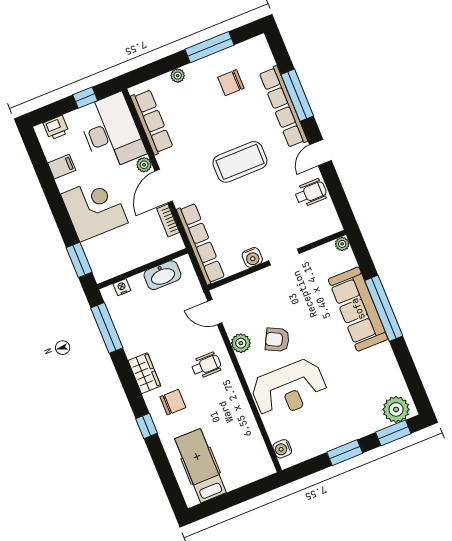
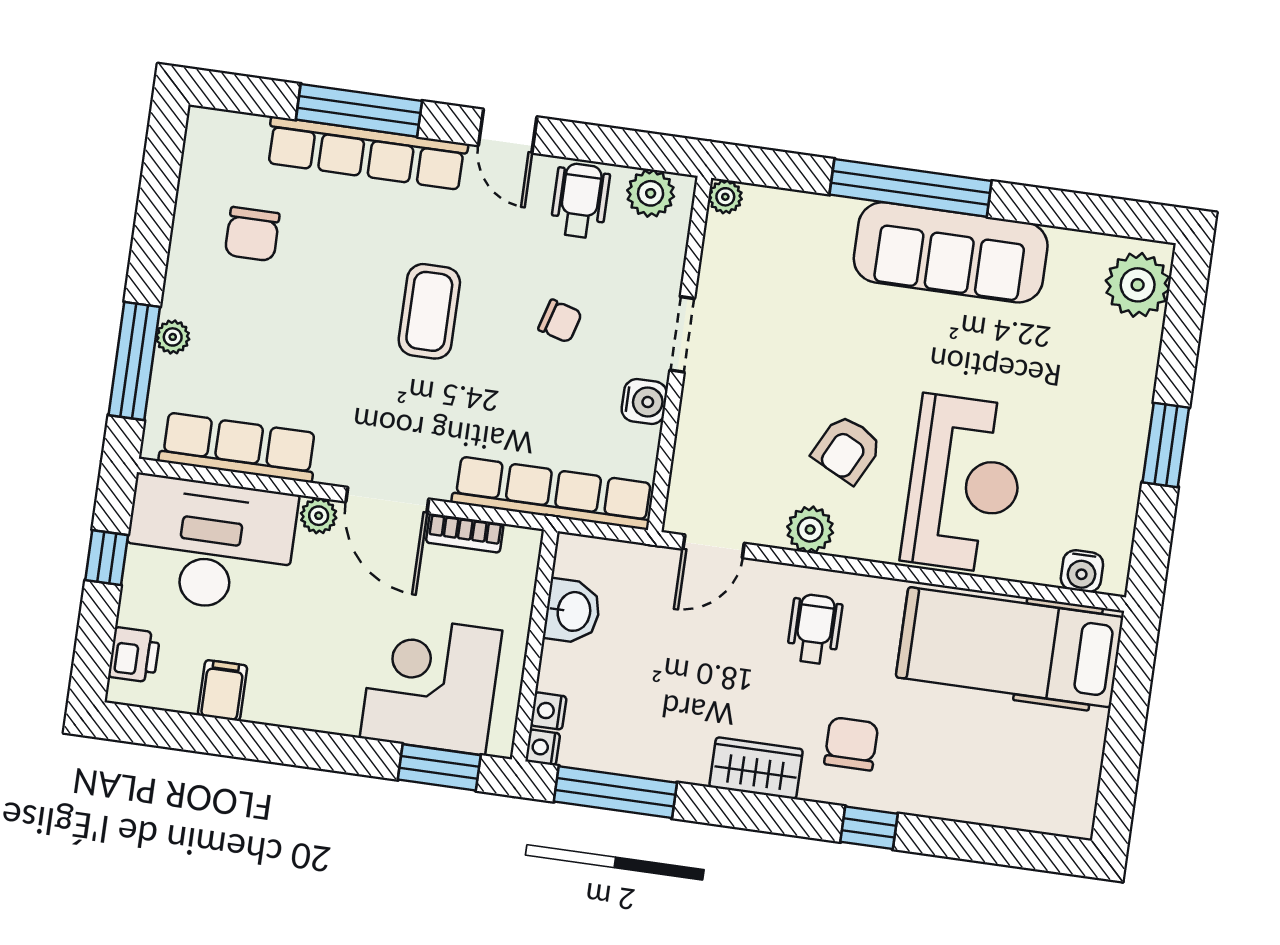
window: (210, 47) -> (134, 361), moved
coffee table: (240, 162) -> (429, 311), width x0.73, depth x0.76
corner desk: (94, 208) -> (431, 684), moved
chair: (264, 211) -> (560, 321), added
plant: (328, 217) -> (651, 193), added
washbasin: (162, 275) -> (572, 611), width x0.72
nightstand: (108, 293) -> (543, 747), added
sofa: (358, 309) -> (951, 252), moved
window: (393, 433) -> (1183, 319), removed
hospital bed: (201, 466) -> (1010, 647), moved, width x1.37, depth x1.29

